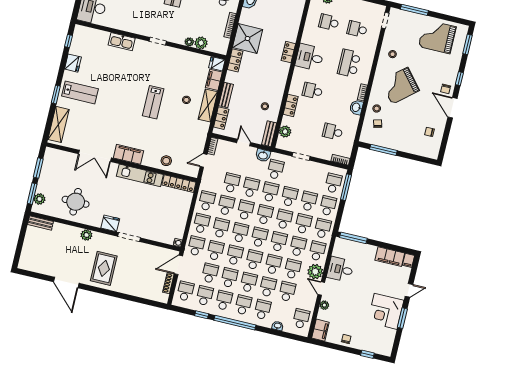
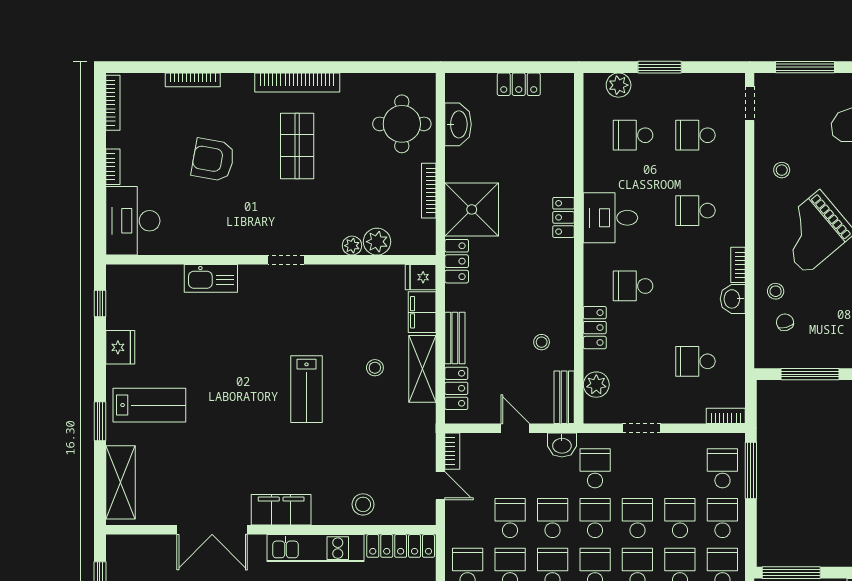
school desk: (349, 63) -> (695, 211), width x0.54
door: (203, 161) -> (440, 486), swing flipped

